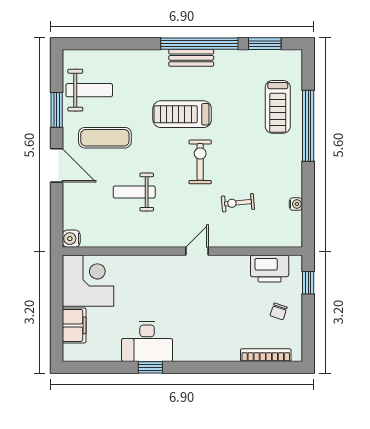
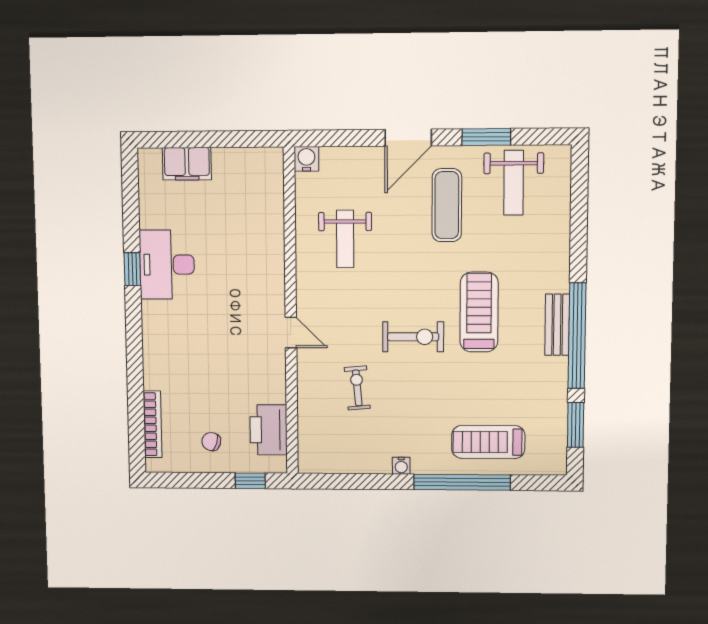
weight bench: (134, 192) -> (345, 239), moved, turned 180
water cooler: (296, 204) -> (401, 466), moved
corner desk: (88, 281) -> (249, 183), removed

